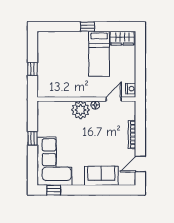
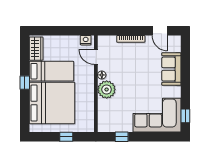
bed: (67, 54) -> (52, 103), added
window: (32, 138) -> (122, 137), moved

